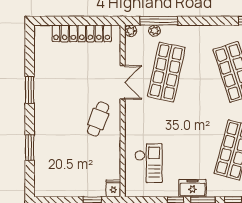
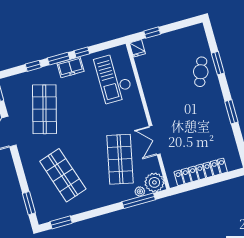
plant: (131, 31) -> (154, 182), width x1.88, depth x1.88
cafe table: (98, 119) -> (201, 72), moved
checkout: (148, 163) -> (114, 78), width x1.36, depth x1.21

